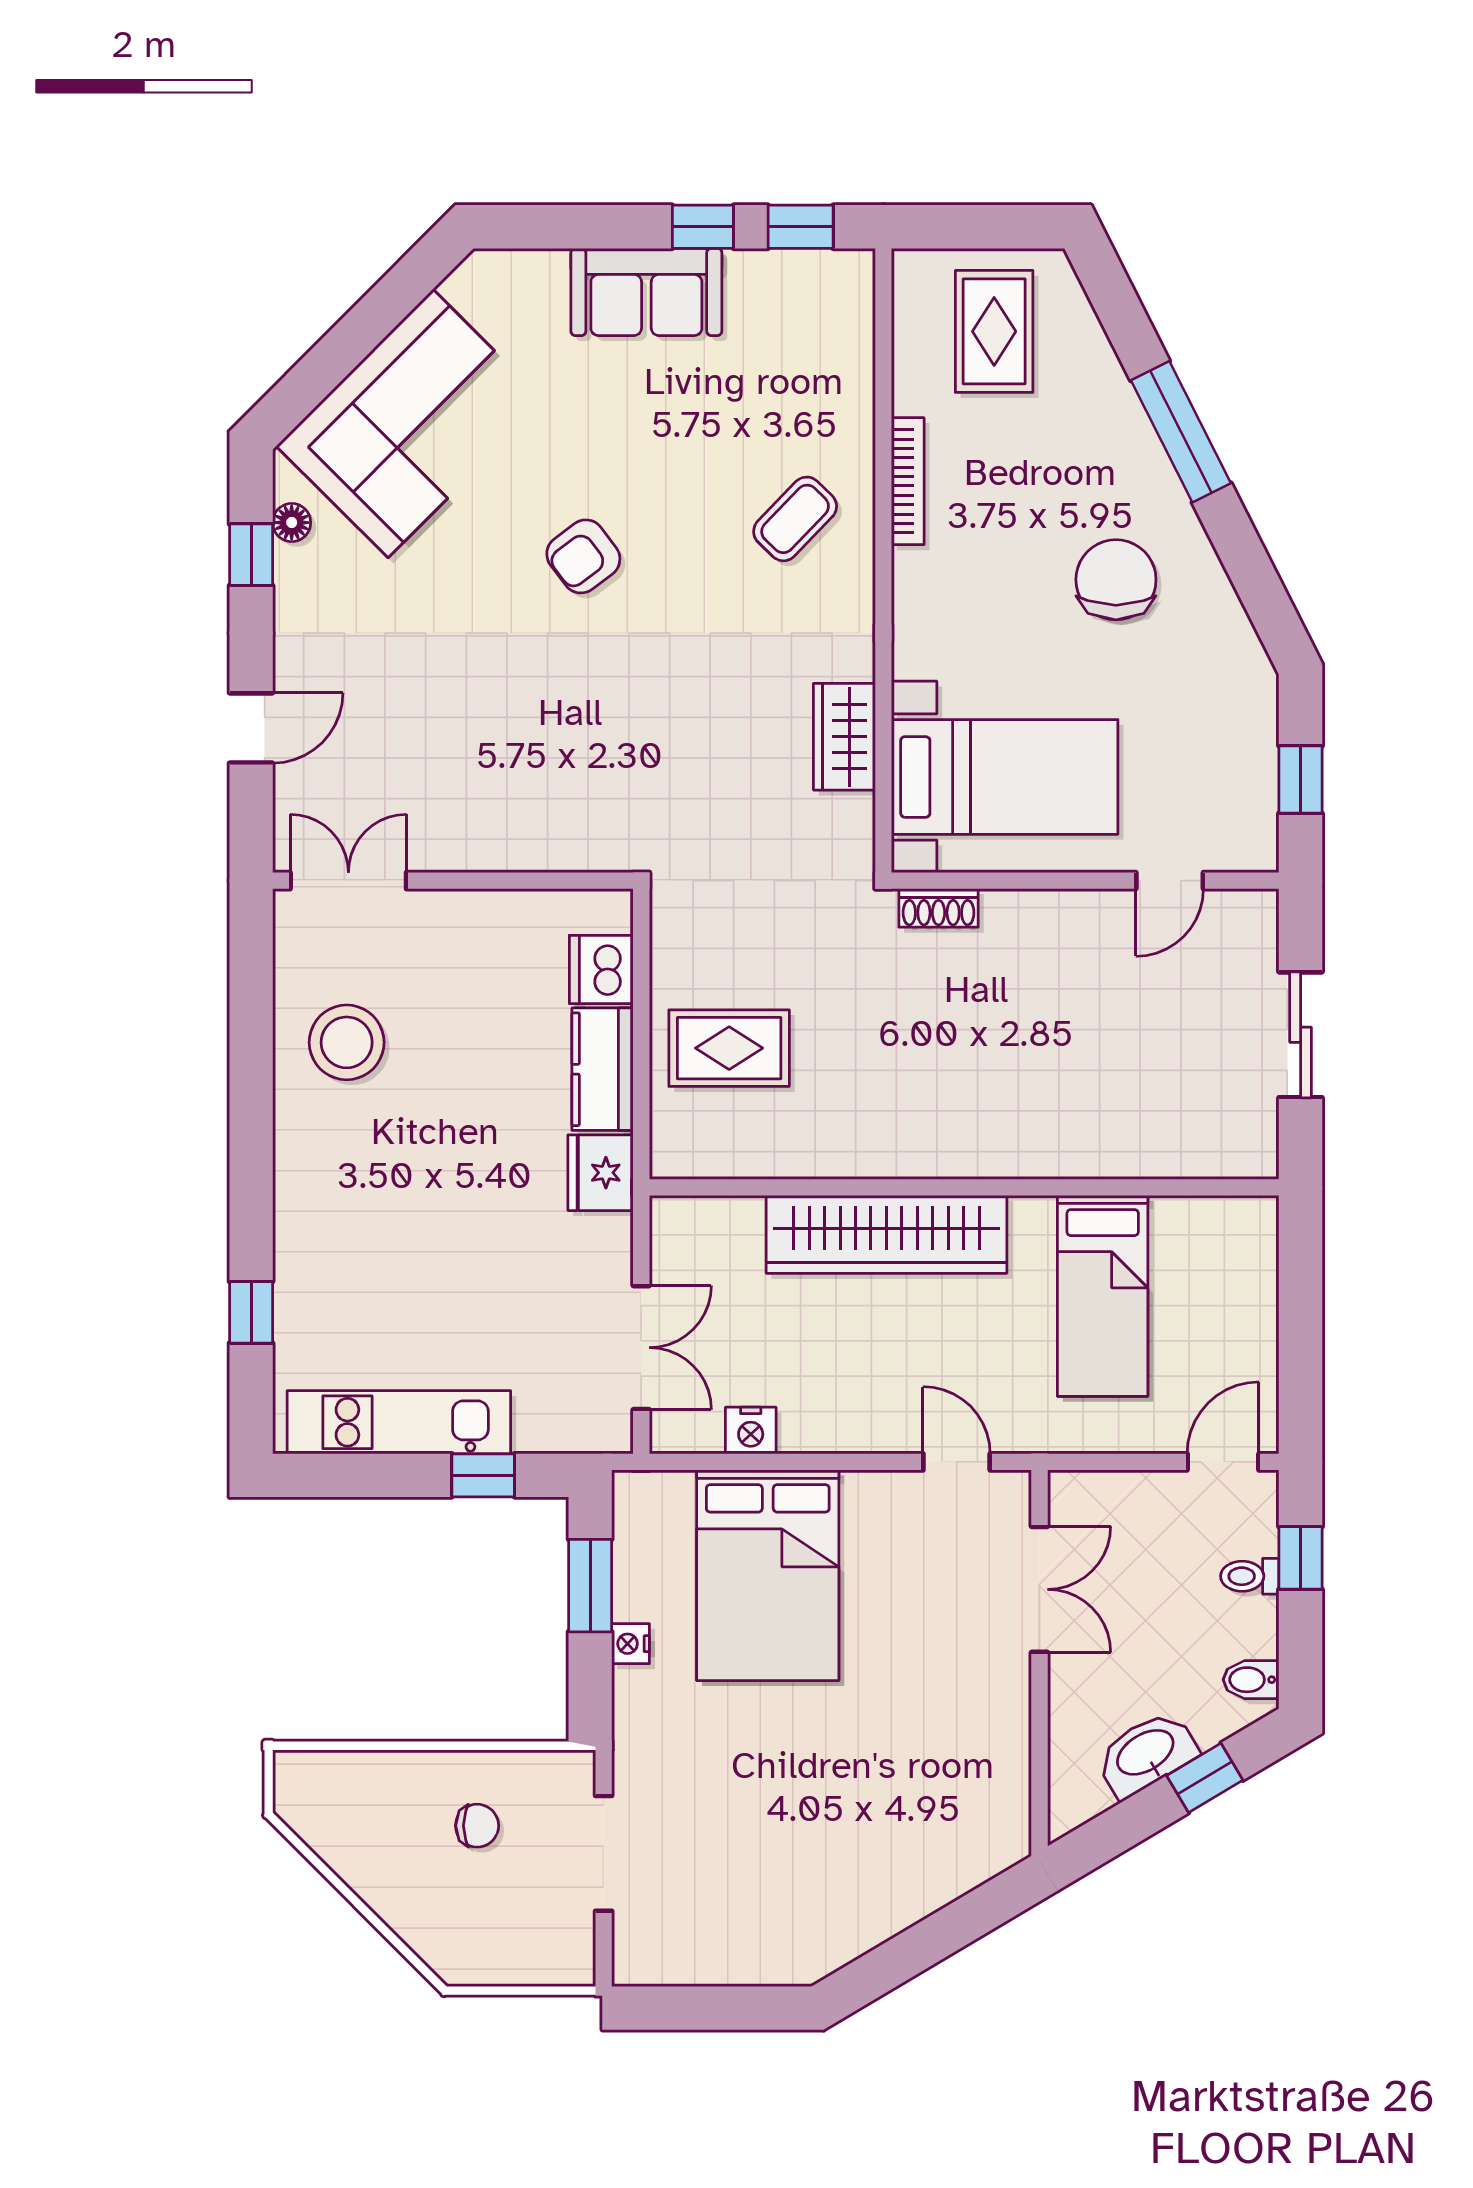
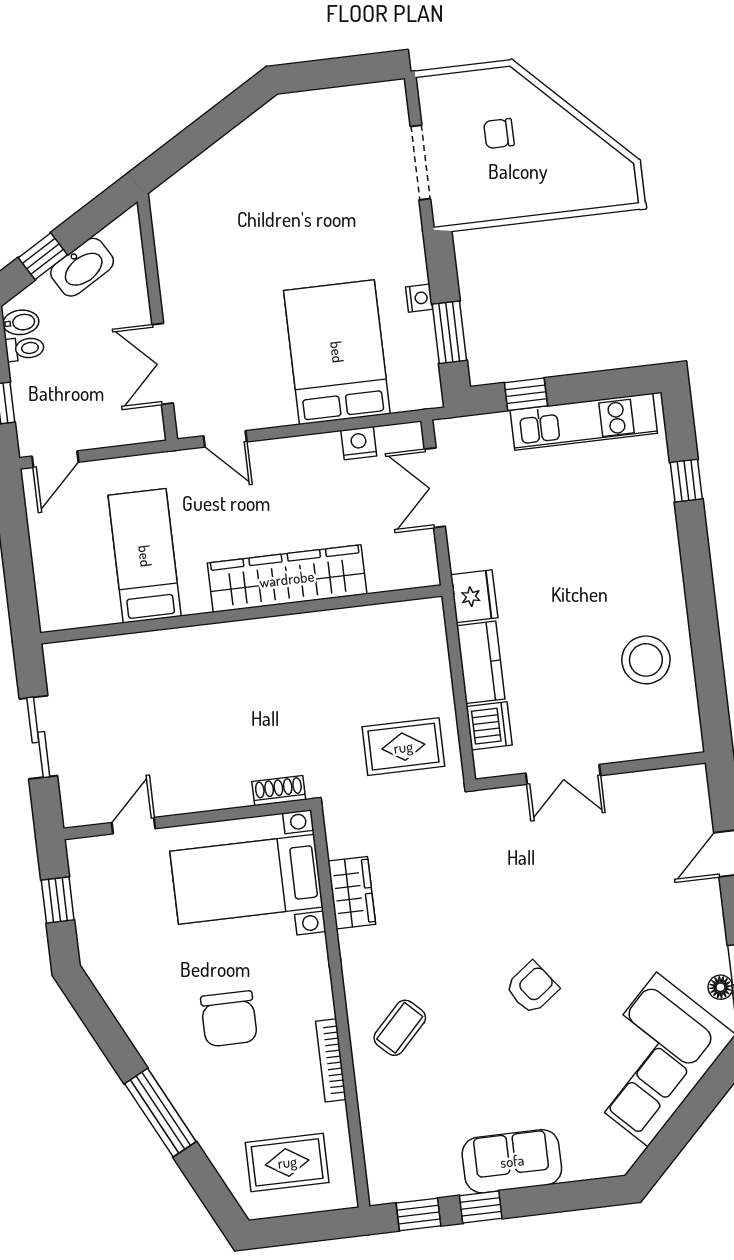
rug: (994, 331) -> (287, 1162), turned 90
chair: (1116, 580) -> (229, 1019), moved
double door: (348, 881) -> (563, 774), moved
rug: (729, 1048) -> (403, 747), moved
toilet: (1250, 1576) -> (25, 349), moved
chair: (477, 1826) -> (499, 133), moved

